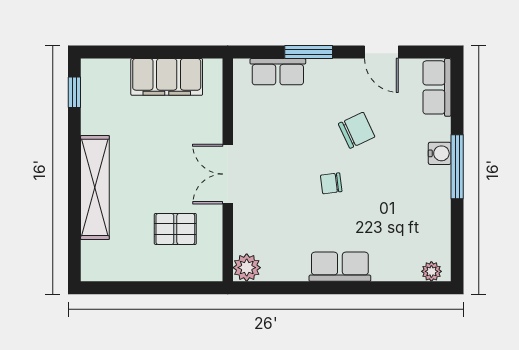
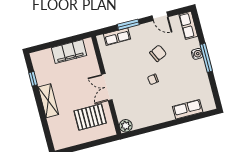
window: (74, 92) -> (33, 79), moved
shelving: (95, 187) -> (48, 101), width x0.68
pallet: (175, 229) -> (90, 117), width x1.50, depth x1.42
row of seats: (340, 267) -> (188, 109), moved
plant: (431, 271) -> (207, 106), removed

